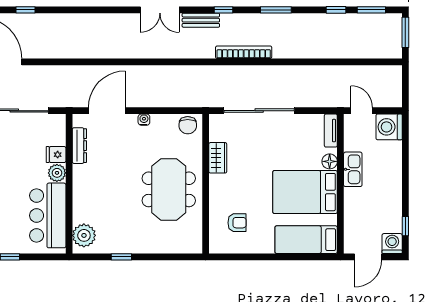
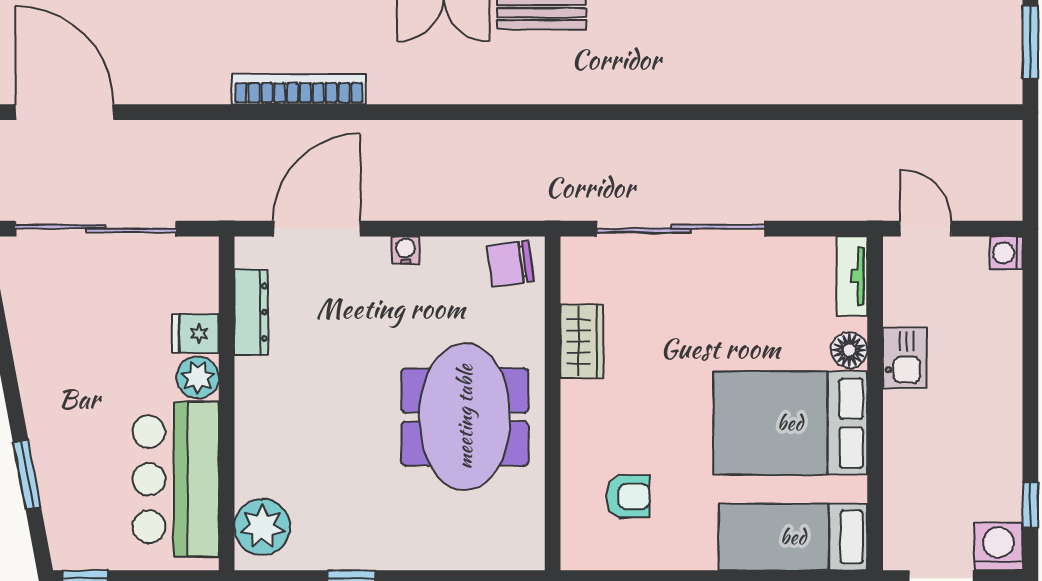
bookcase: (244, 52) -> (299, 89), moved
chair: (188, 125) -> (510, 264), turned 82
washing machine: (389, 127) -> (1006, 253), width x0.53, depth x0.53
kitchen sink: (353, 169) -> (905, 358), width x0.73

